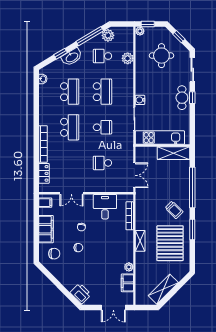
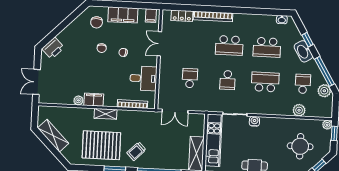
school desk: (102, 92) -> (265, 82), turned 180
filing cabinet: (127, 283) -> (94, 100), moved

